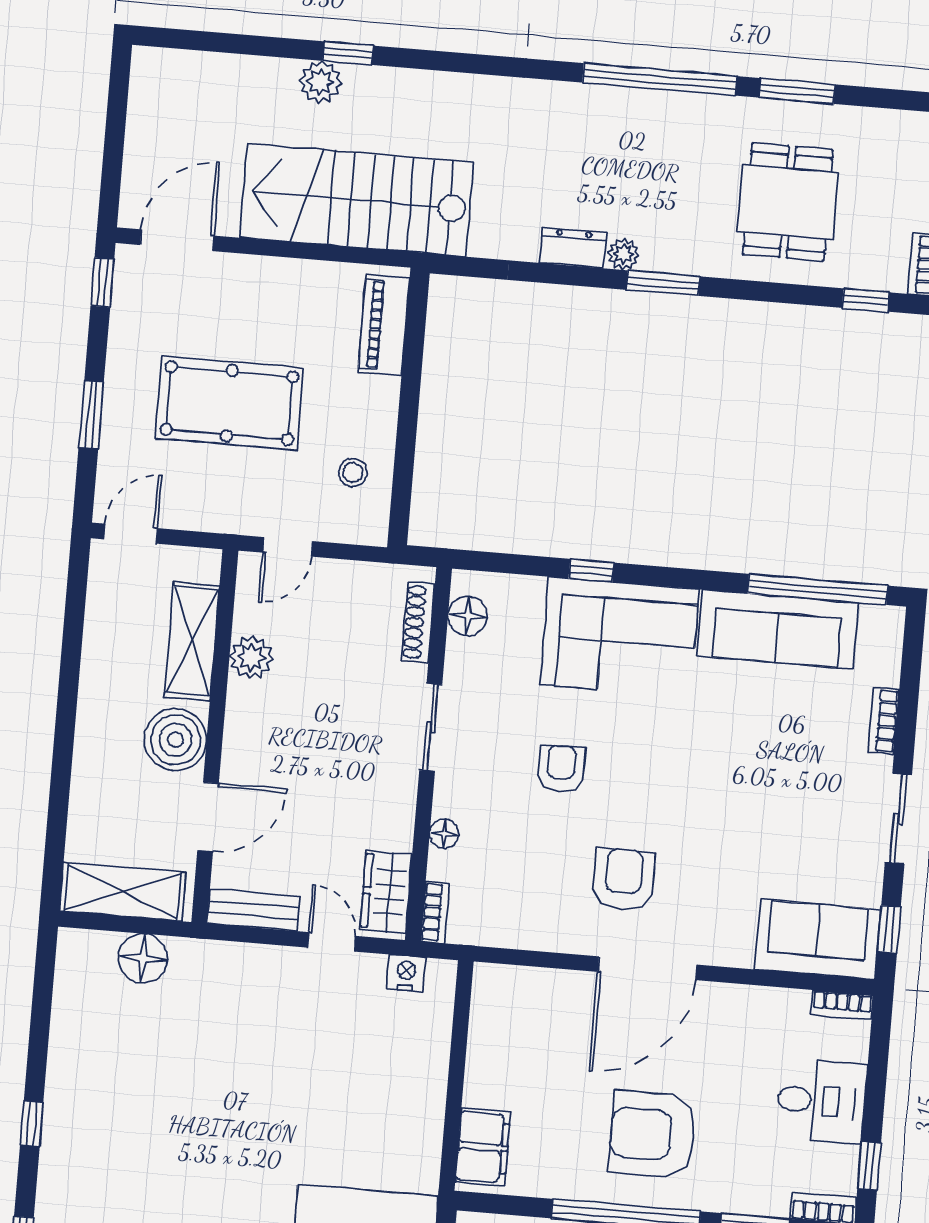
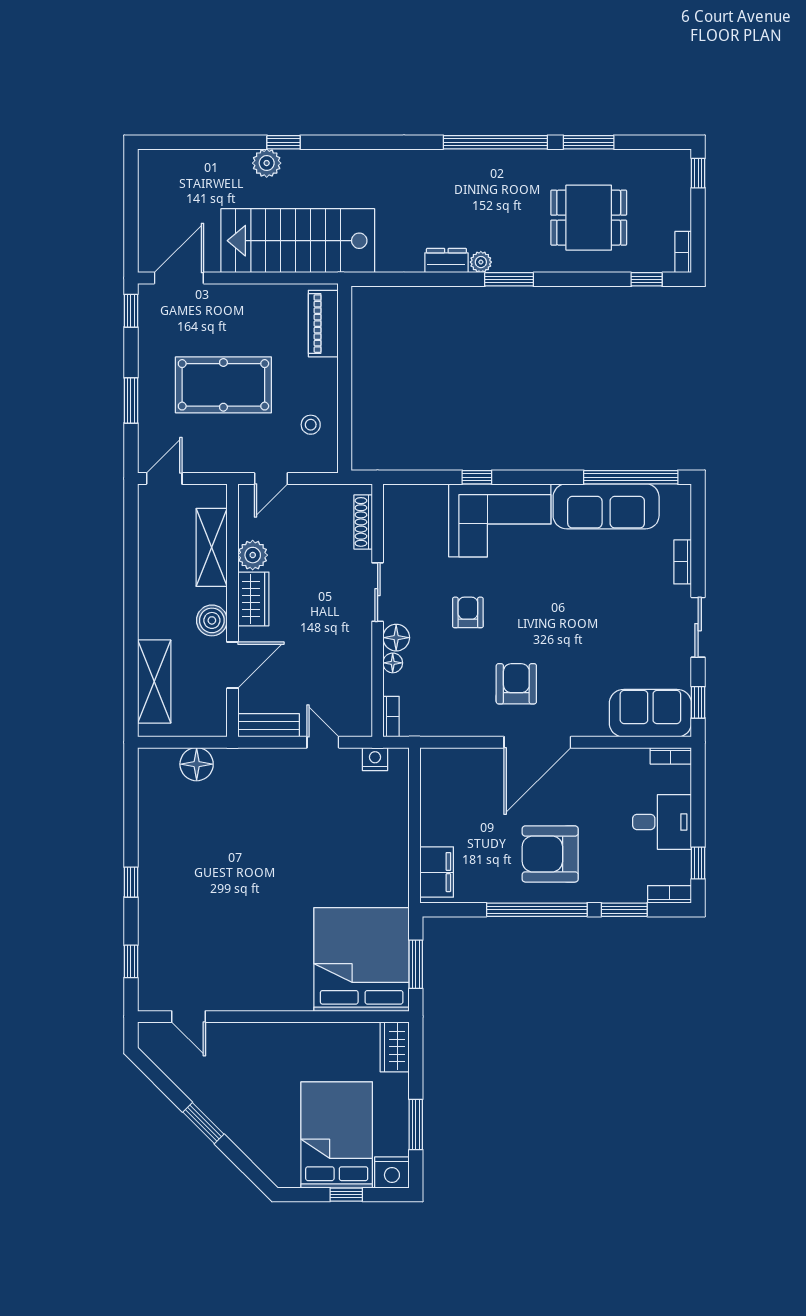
dining table: (788, 202) -> (589, 218), turned 90
floor lamp: (468, 616) -> (396, 638), moved
boiler: (176, 740) -> (212, 620), width x0.73, depth x0.73
shelving: (123, 892) -> (154, 682), moved, turned 90
wardrobe: (386, 892) -> (253, 599), moved, turned 180

